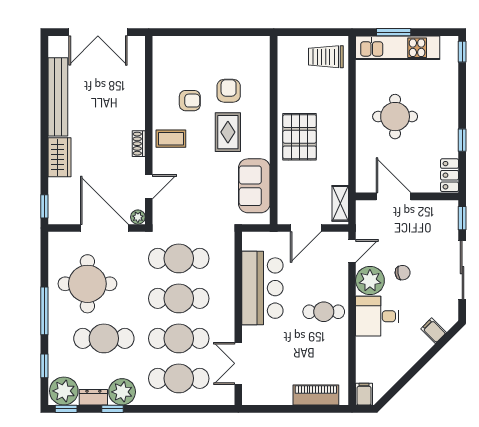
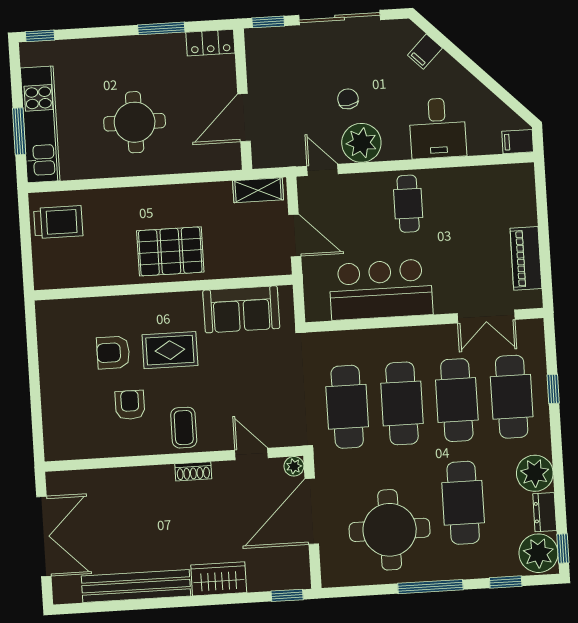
trolley: (326, 57) -> (58, 222), turned -90
window: (462, 140) -> (161, 28), width x1.50
desk: (377, 316) -> (438, 128), moved
piano: (316, 395) -> (526, 258), moved
window: (113, 409) -> (553, 389), moved

